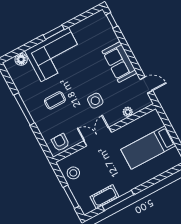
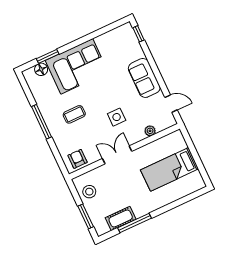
window: (54, 32) -> (48, 56), moved

